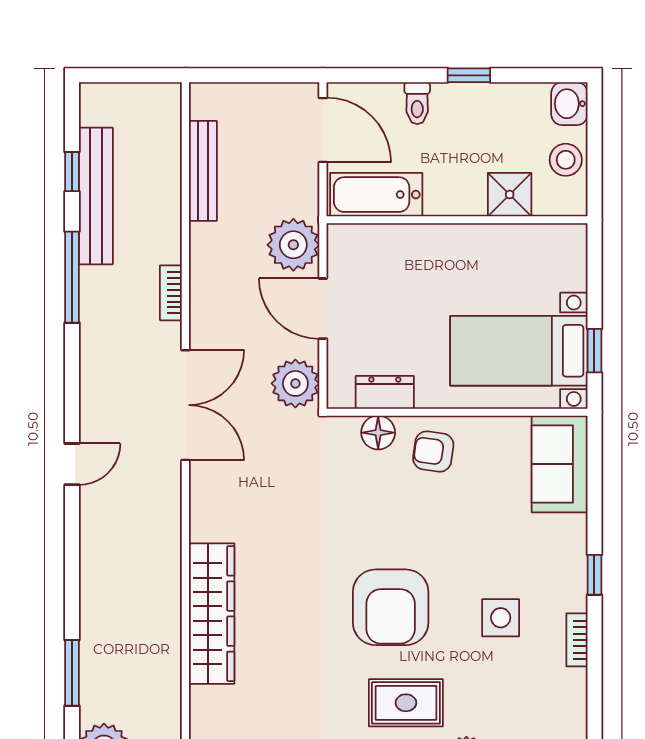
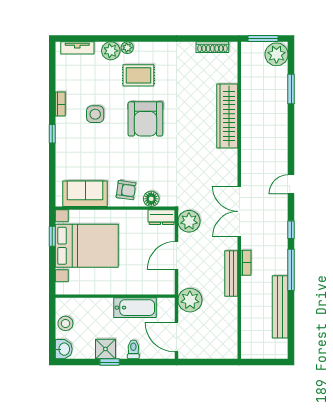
bench: (203, 171) -> (231, 274), moved
window: (72, 172) -> (291, 230), moved
bathtub: (376, 195) -> (135, 308), moved
shower: (510, 195) -> (105, 349), moved
plant: (293, 245) -> (190, 300), moved
door: (323, 309) -> (176, 255), swing flipped
bed with nightstands: (519, 351) -> (87, 246), width x1.36
dresser: (385, 392) -> (162, 217), moved
sofa: (560, 464) -> (85, 194), moved, turned -90
armchair: (391, 607) -> (145, 119), turned 180

